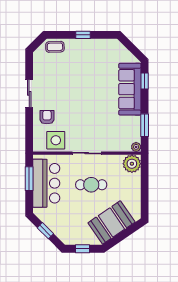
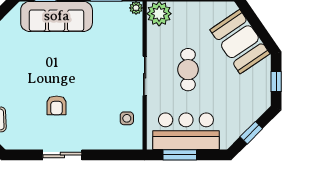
armchair: (47, 117) -> (57, 105), moved, turned -90
side table: (56, 140) -> (127, 118), width x0.54, depth x0.54

